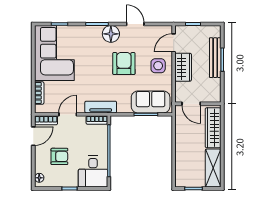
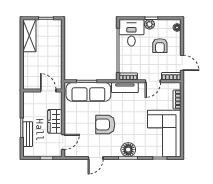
door: (135, 24) -> (96, 158), hinge flipped
floor lamp: (111, 34) -> (128, 150), moved
bench: (215, 58) -> (28, 134), width x0.73
armchair: (124, 64) -> (105, 124), turned 90
side table: (158, 66) -> (76, 123), removed
sofa: (151, 102) -> (88, 92), width x1.36
wardrobe: (213, 128) -> (30, 70), removed
door: (33, 136) -> (182, 63), swing flipped
armchair: (59, 156) -> (160, 46), turned -90
plant: (72, 182) -> (150, 24), added

